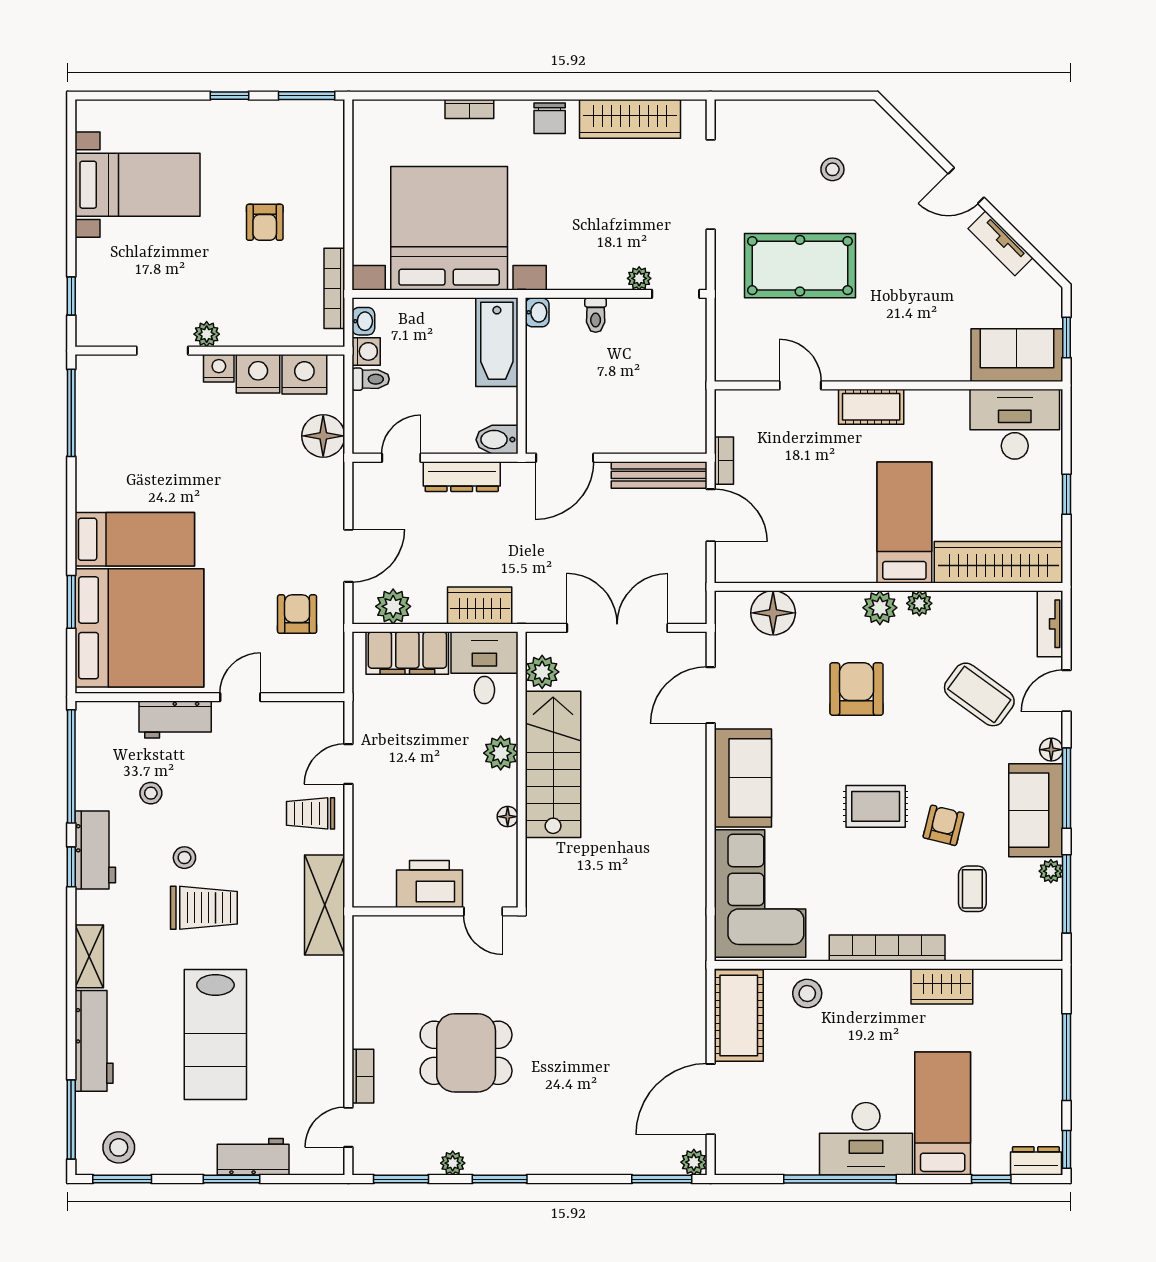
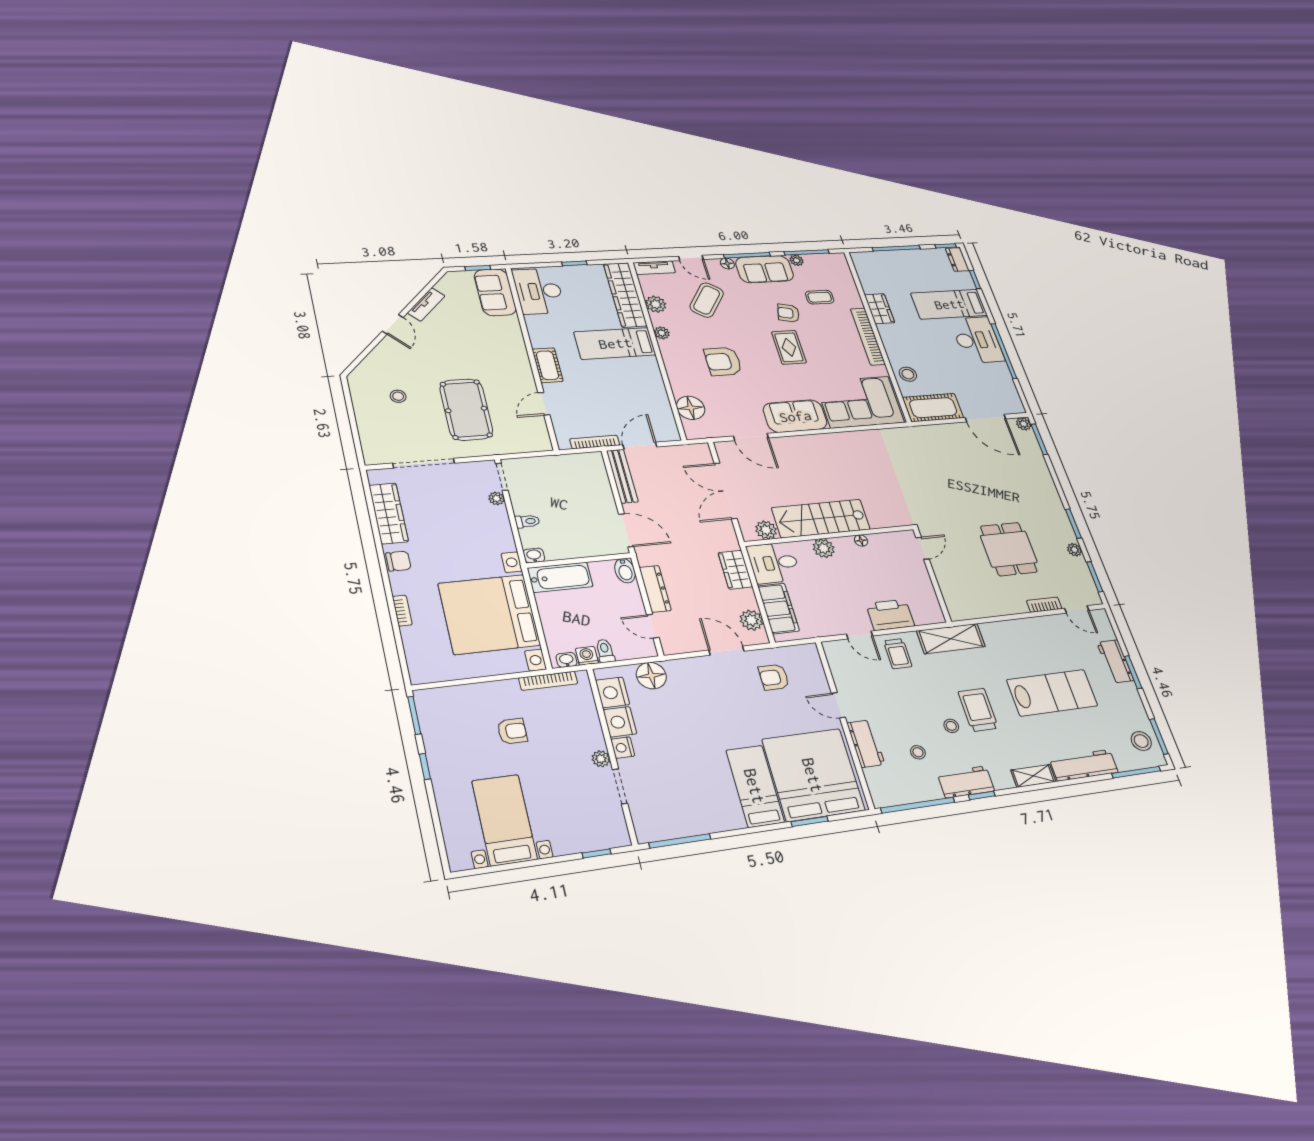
bookcase: (724, 461) -> (595, 442), width x1.56
plant: (880, 608) -> (656, 304), moved
printer: (429, 884) -> (890, 615), moved, turned 90

